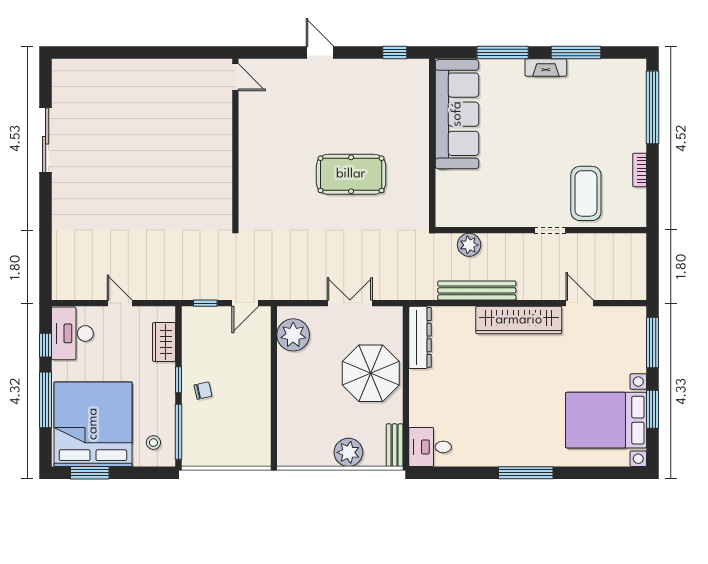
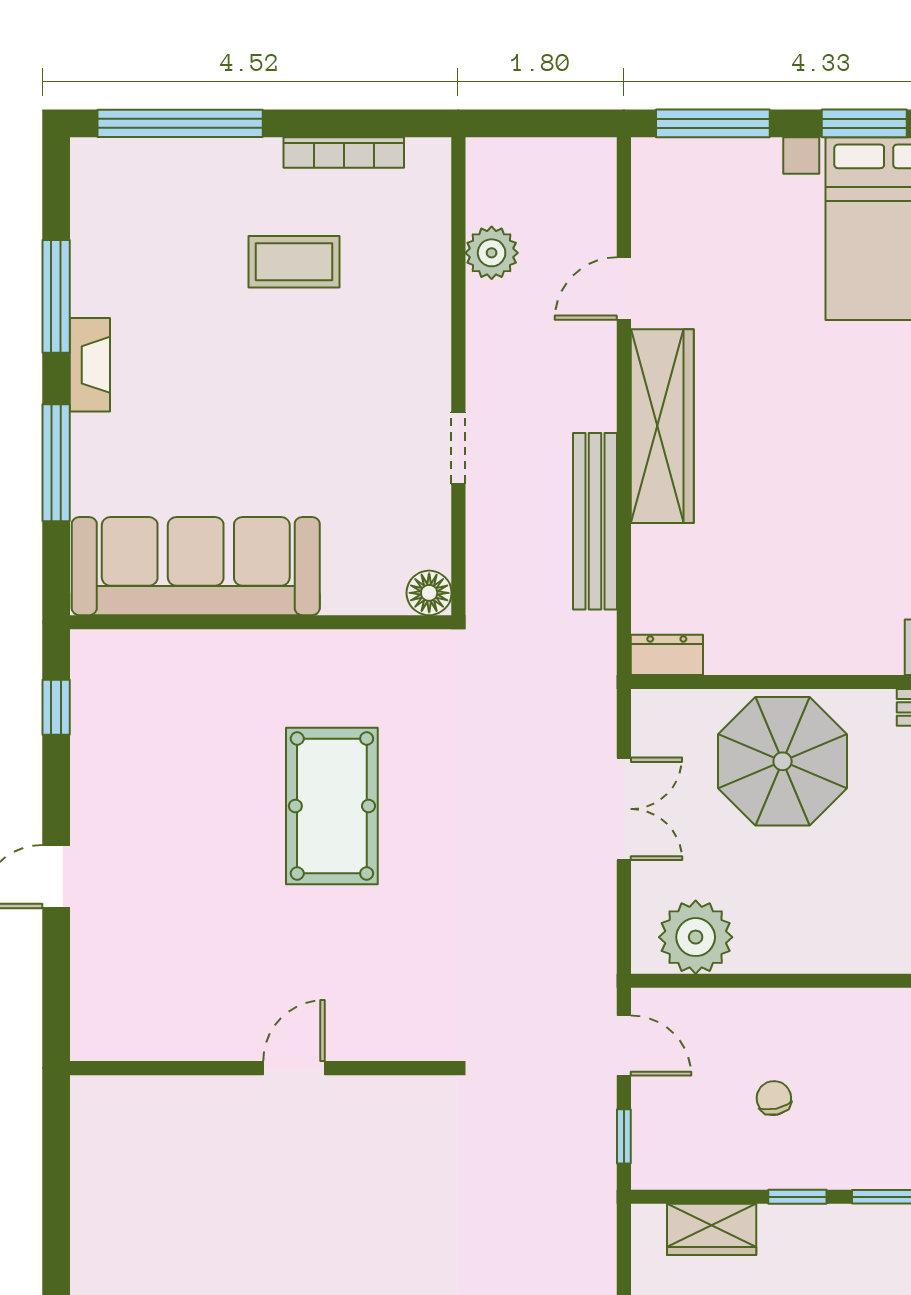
door: (235, 77) -> (294, 1068), moved
bookcase: (640, 170) -> (344, 153), width x1.56
coffee table: (586, 193) -> (294, 262), moved, width x0.73, depth x0.76
floor lamp: (445, 217) -> (429, 593), added
doorway: (550, 230) -> (458, 448), moved
plant: (469, 245) -> (492, 253), moved
double door: (350, 303) -> (624, 809), swing flipped
dresser: (420, 337) -> (667, 655), width x0.51, depth x0.80
chair: (203, 391) -> (774, 1098), moved

